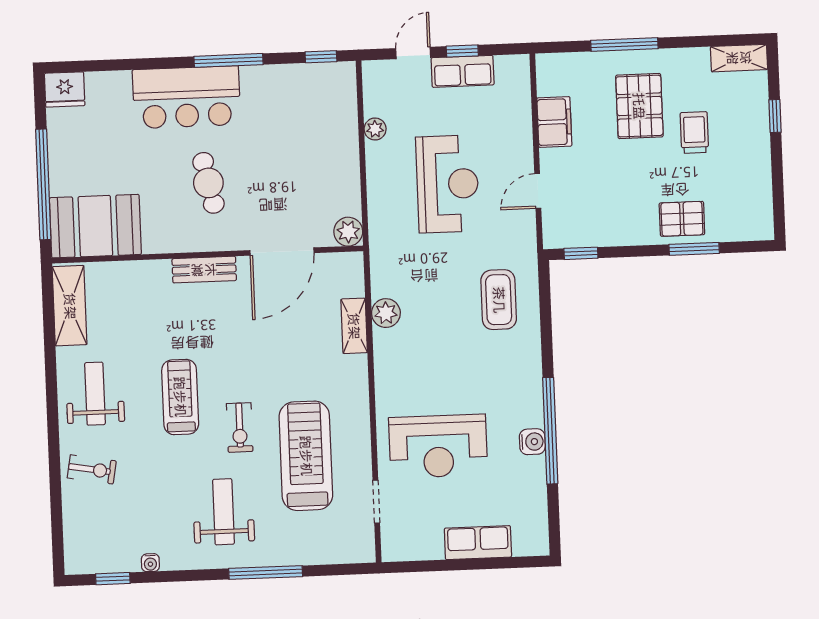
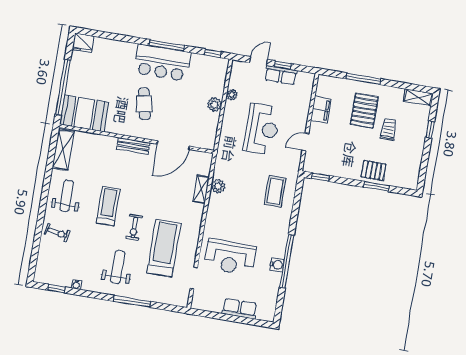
bar counter: (186, 97) -> (162, 63), moved
plant: (348, 232) -> (214, 105), moved

